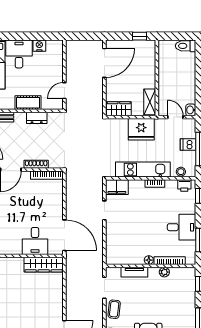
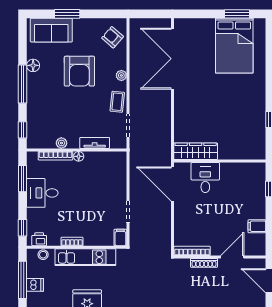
filing cabinet: (117, 187) -> (120, 237), width x0.50

